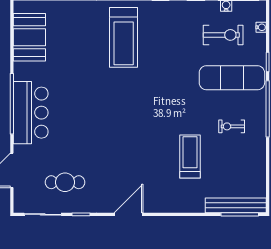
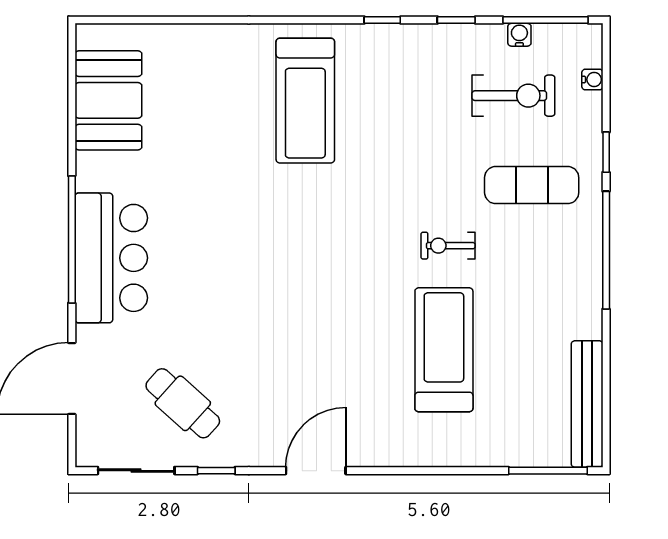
exercise mat: (232, 78) -> (532, 185), width x0.73, depth x0.69
exercise bike: (232, 126) -> (448, 246), moved
treadmill: (190, 157) -> (444, 350), width x1.37, depth x1.38
cafe table: (65, 182) -> (183, 403), turned 42
bench: (236, 205) -> (587, 404), moved, turned 90

